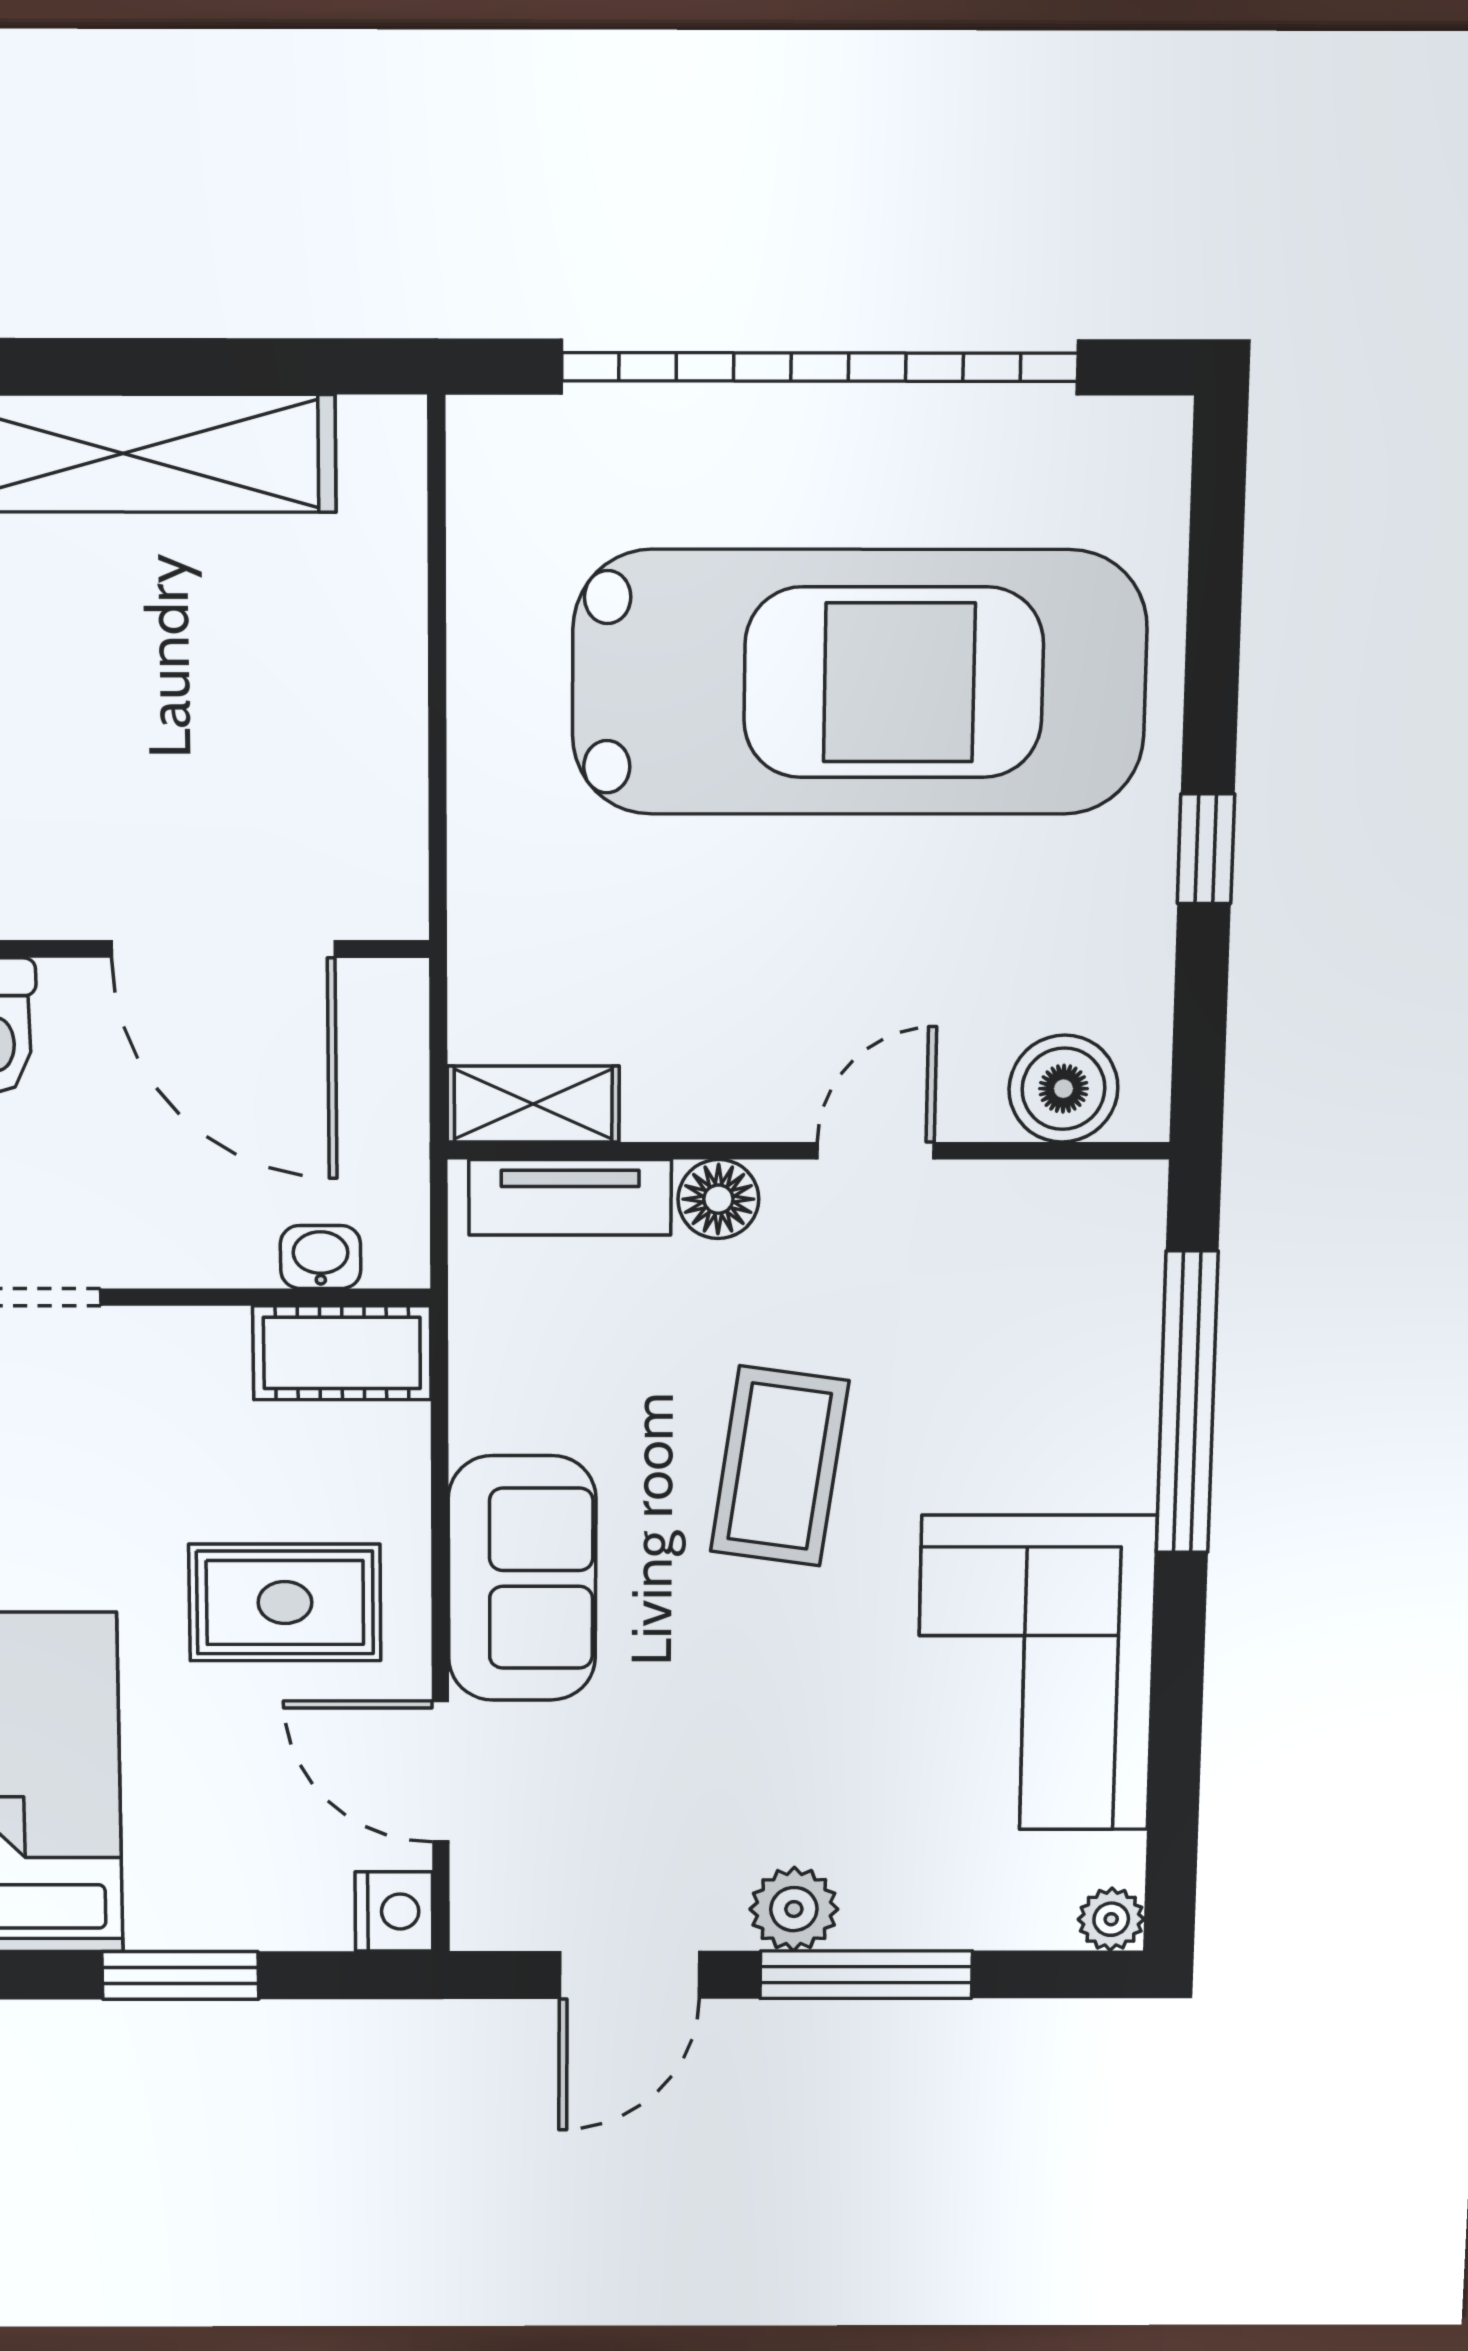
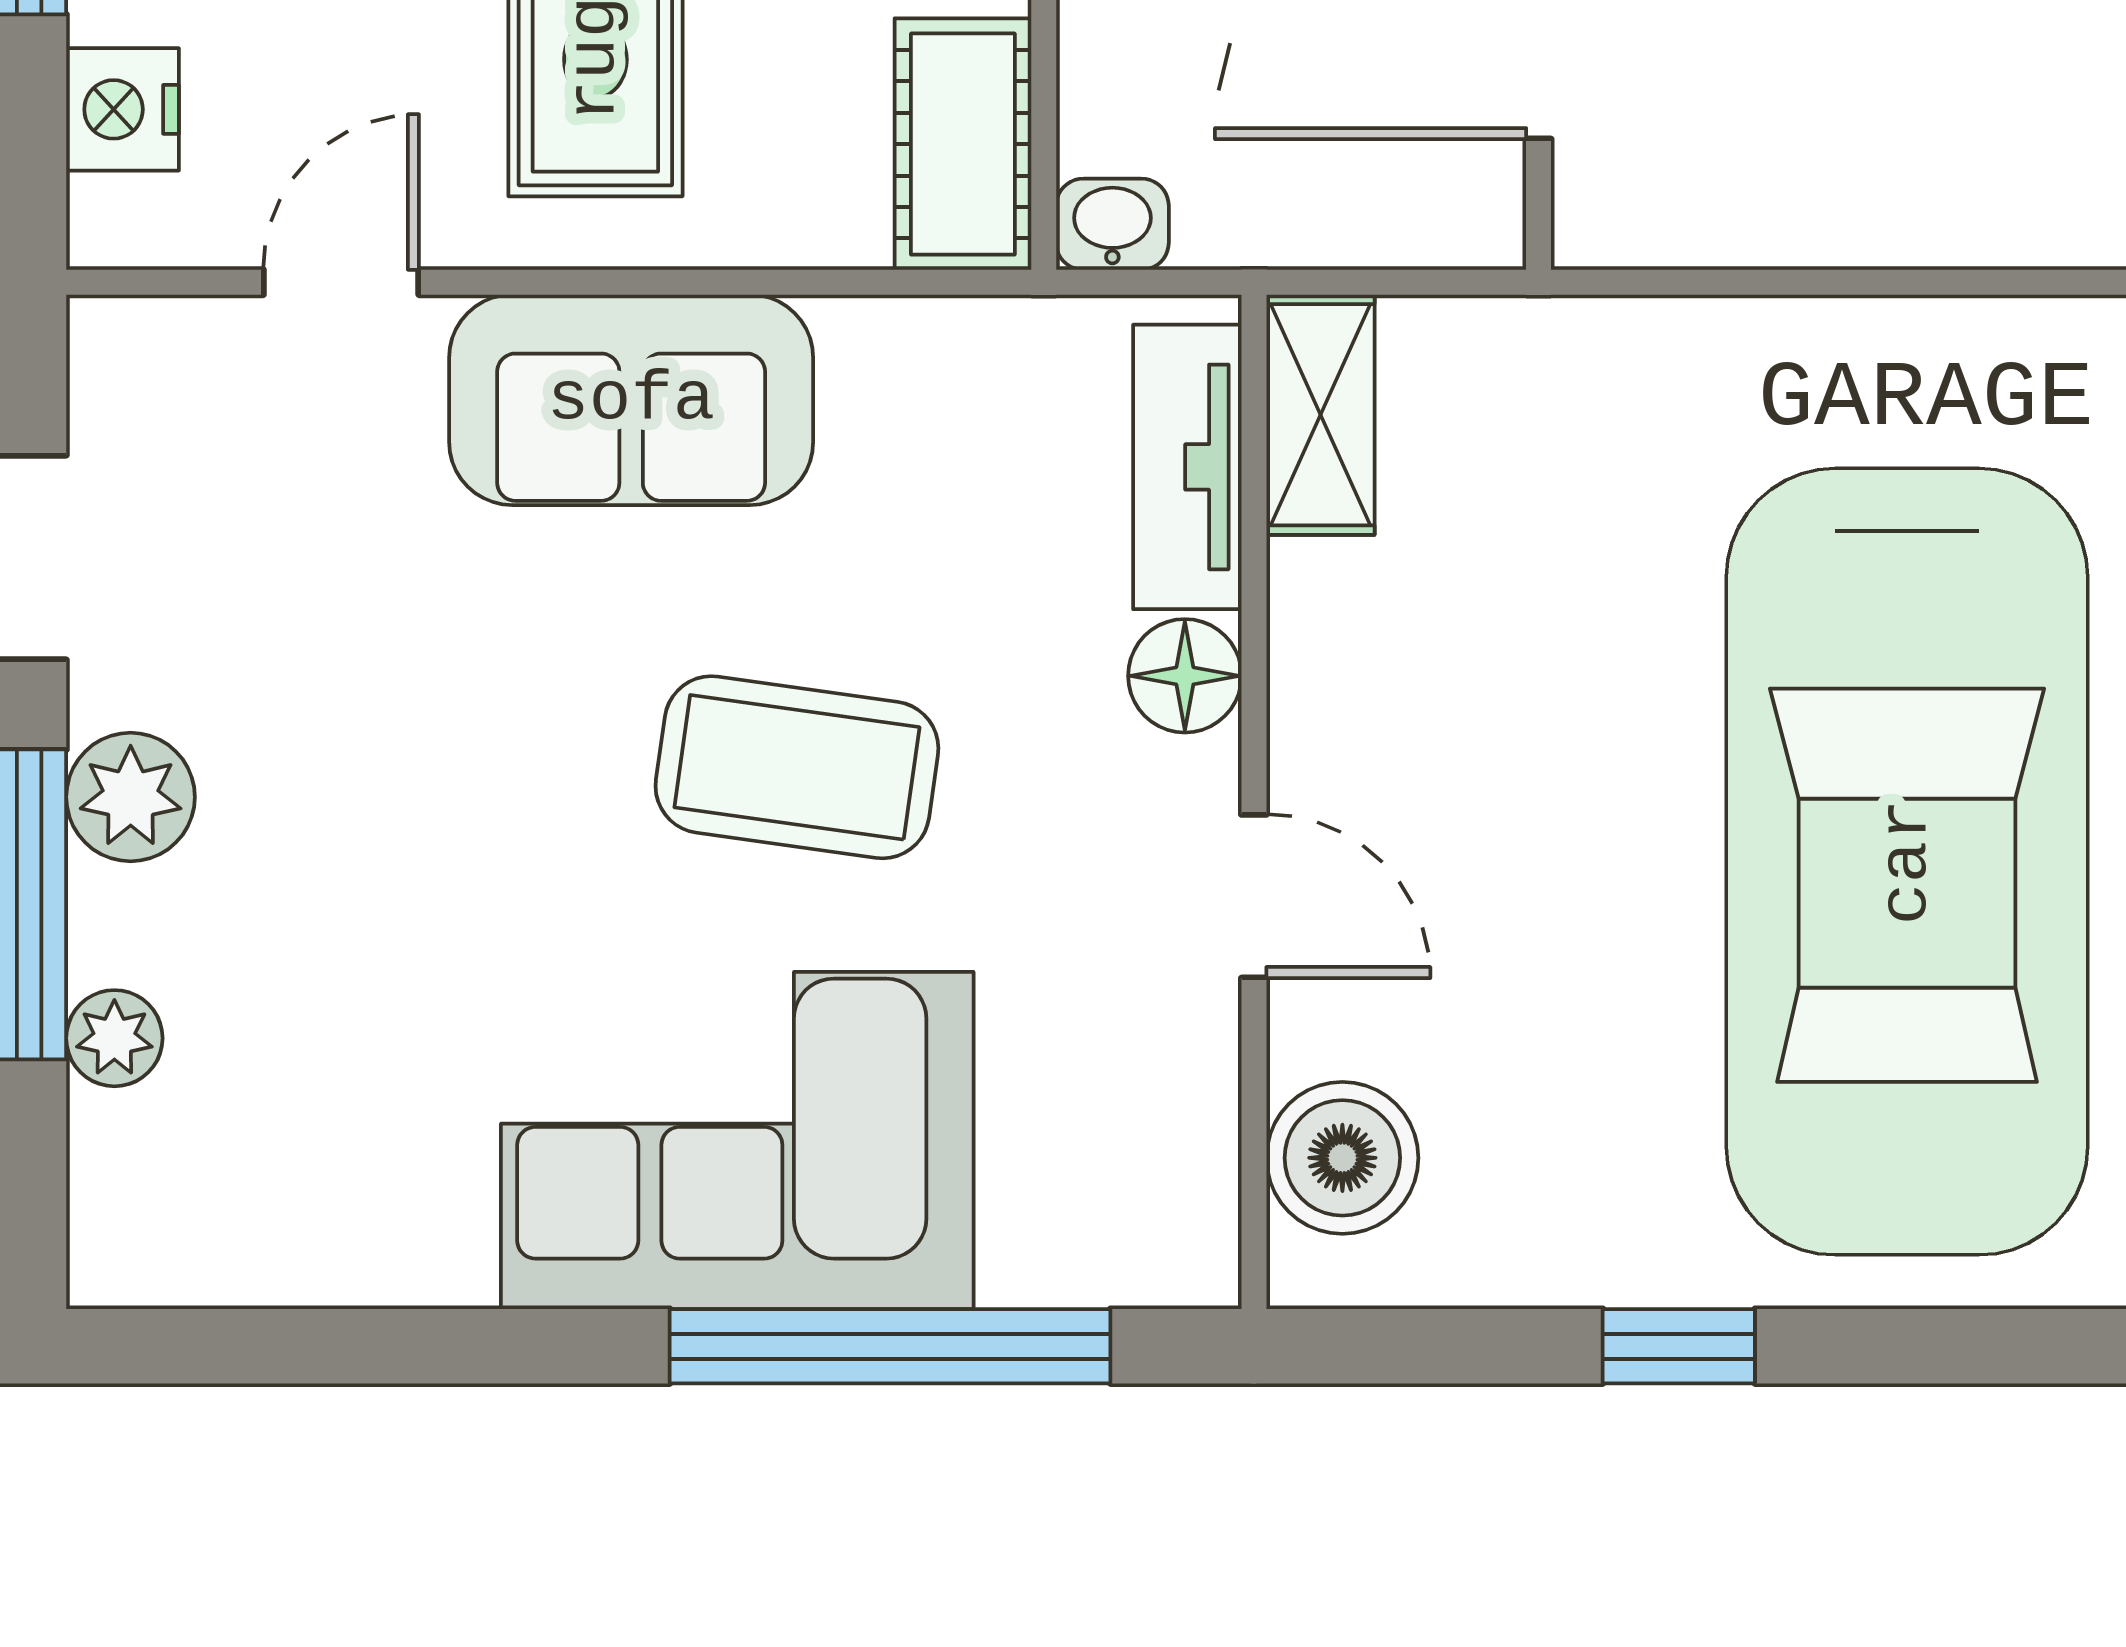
washbasin: (321, 1257) -> (1112, 224), moved, turned -90
corner sofa: (1035, 1673) -> (737, 1140), moved
door: (441, 1772) -> (341, 282), width x0.73
nightstand: (394, 1911) -> (123, 109), moved, turned 90
plant: (1111, 1919) -> (114, 1038), moved

